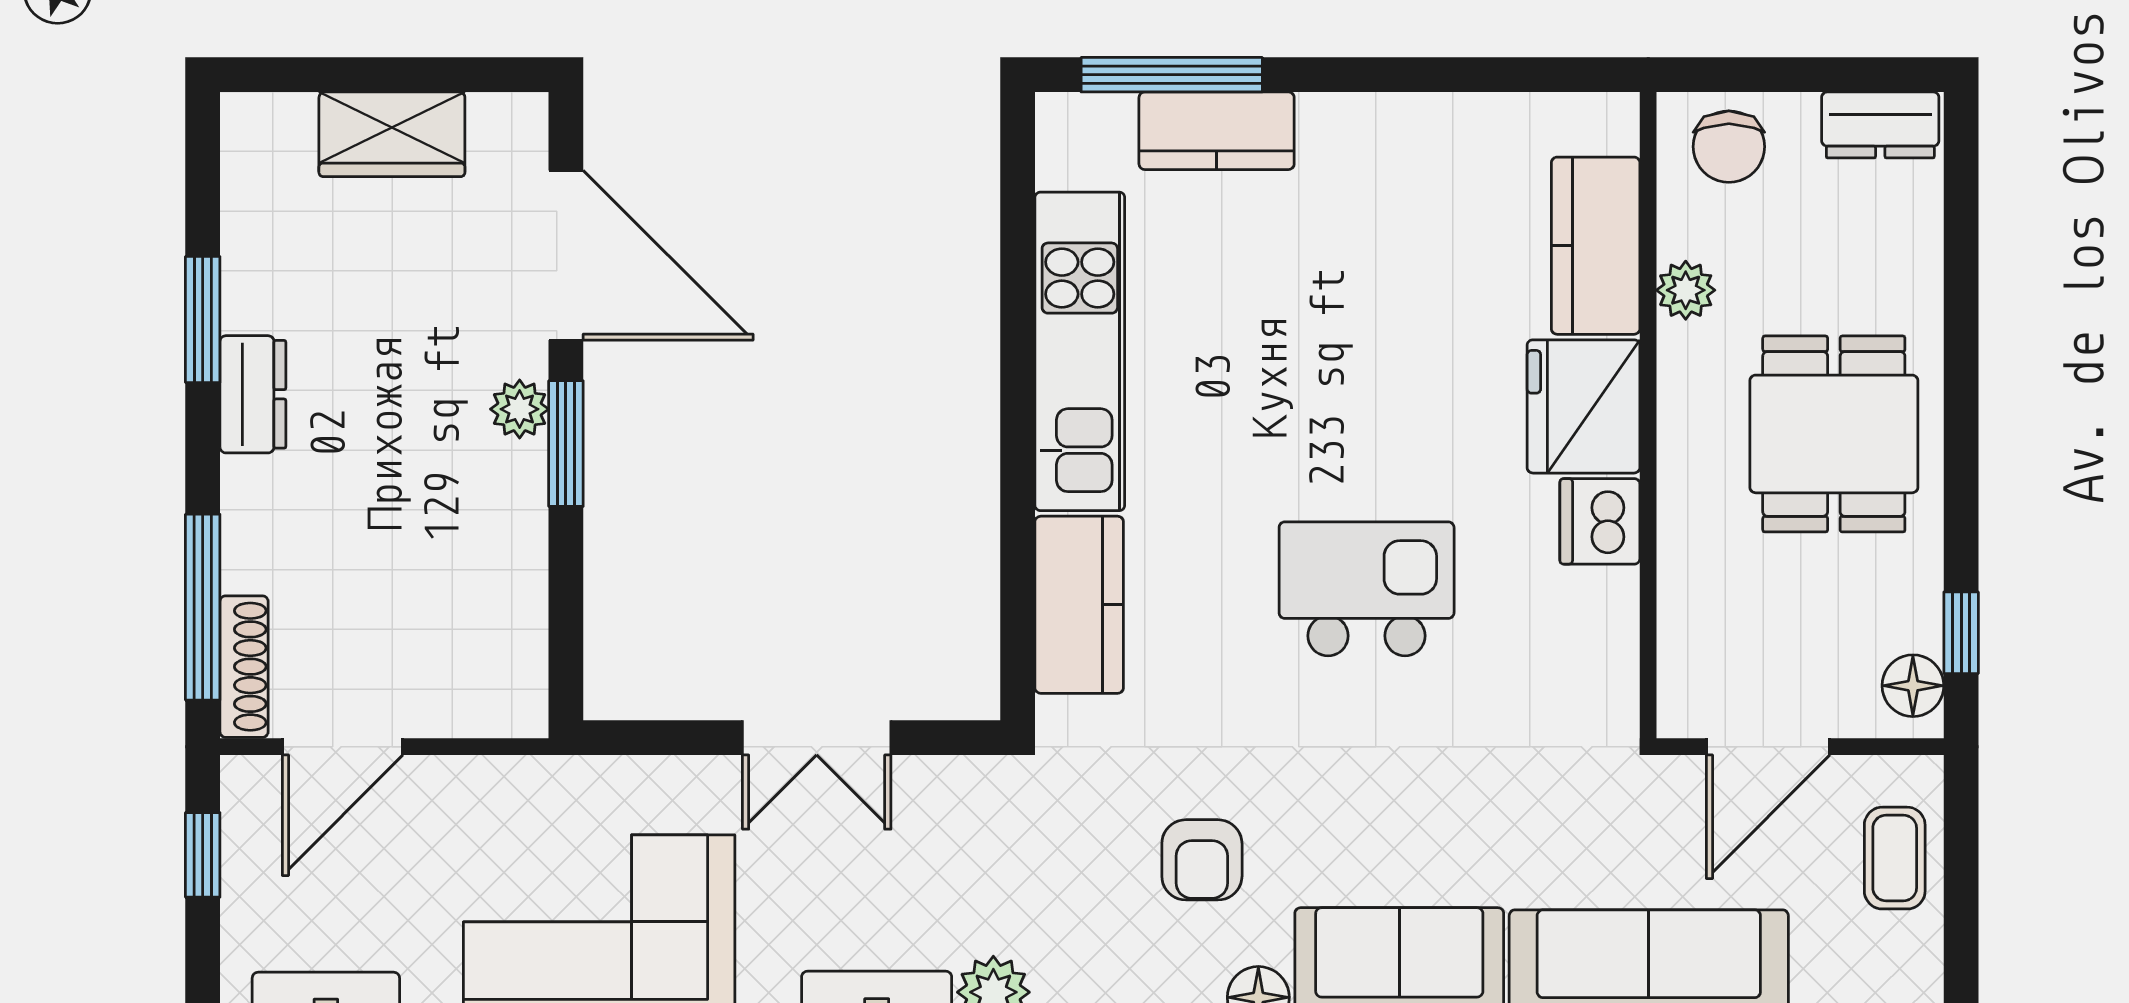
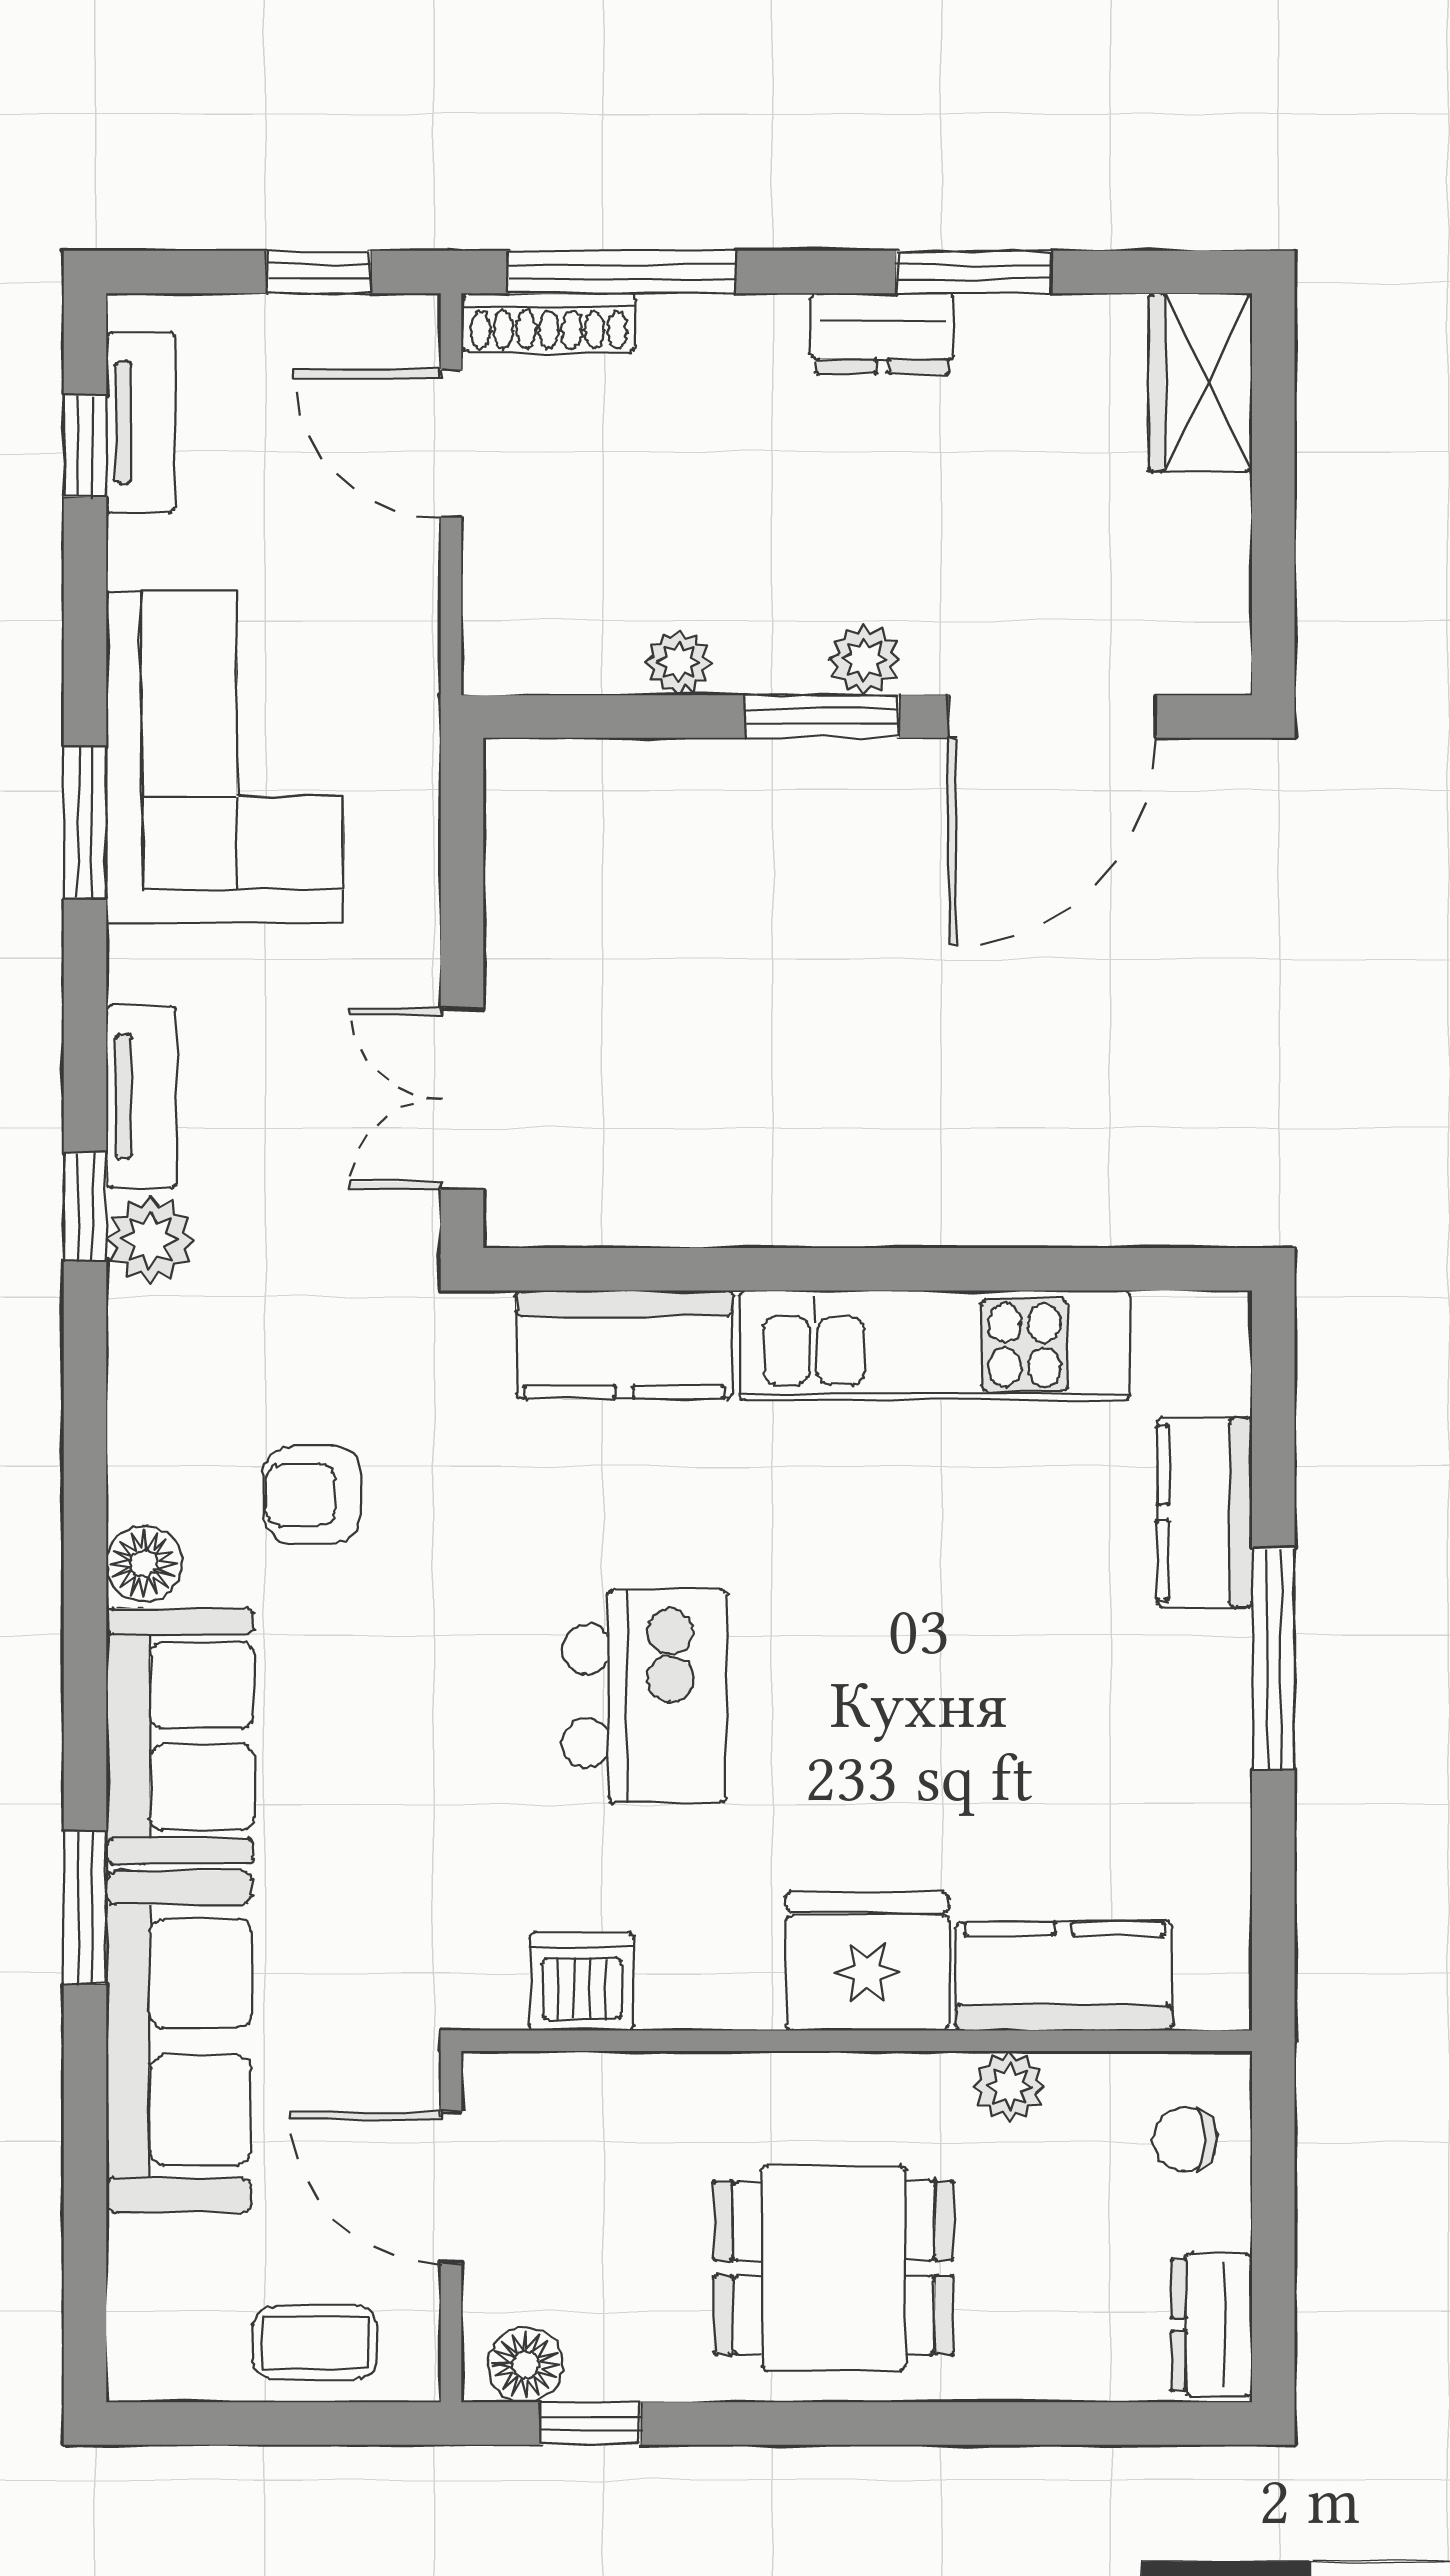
window: (1172, 75) -> (1273, 1659), moved
wardrobe: (392, 134) -> (1200, 382), moved
chair: (1729, 147) -> (1185, 2139), width x0.73, depth x0.73
dishwasher: (1600, 521) -> (582, 1982), moved
plant: (522, 560) -> (679, 663), added
double door: (817, 738) -> (462, 1099), moved

